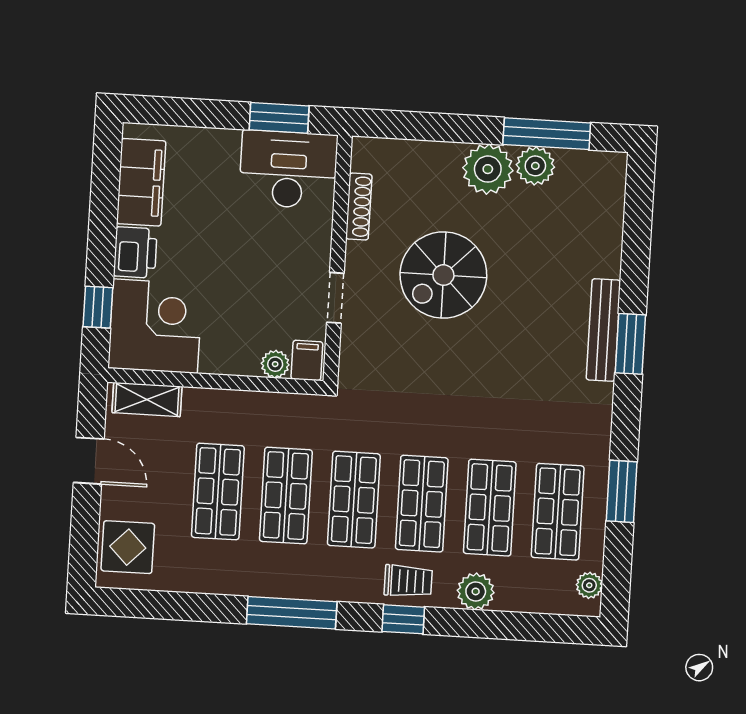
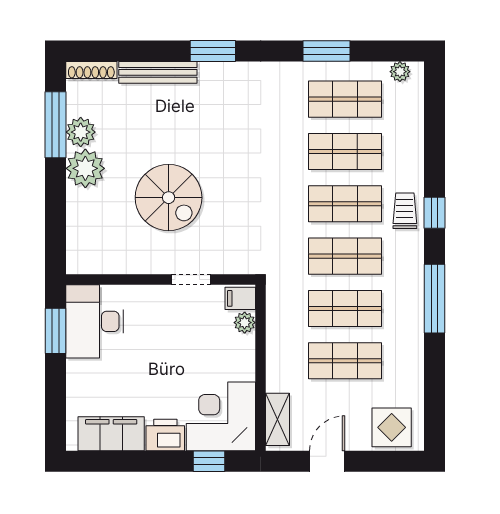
shoe rack: (359, 207) -> (91, 70), moved, turned 180
bench: (603, 330) -> (158, 72), moved
plant: (476, 591) -> (410, 158), removed

